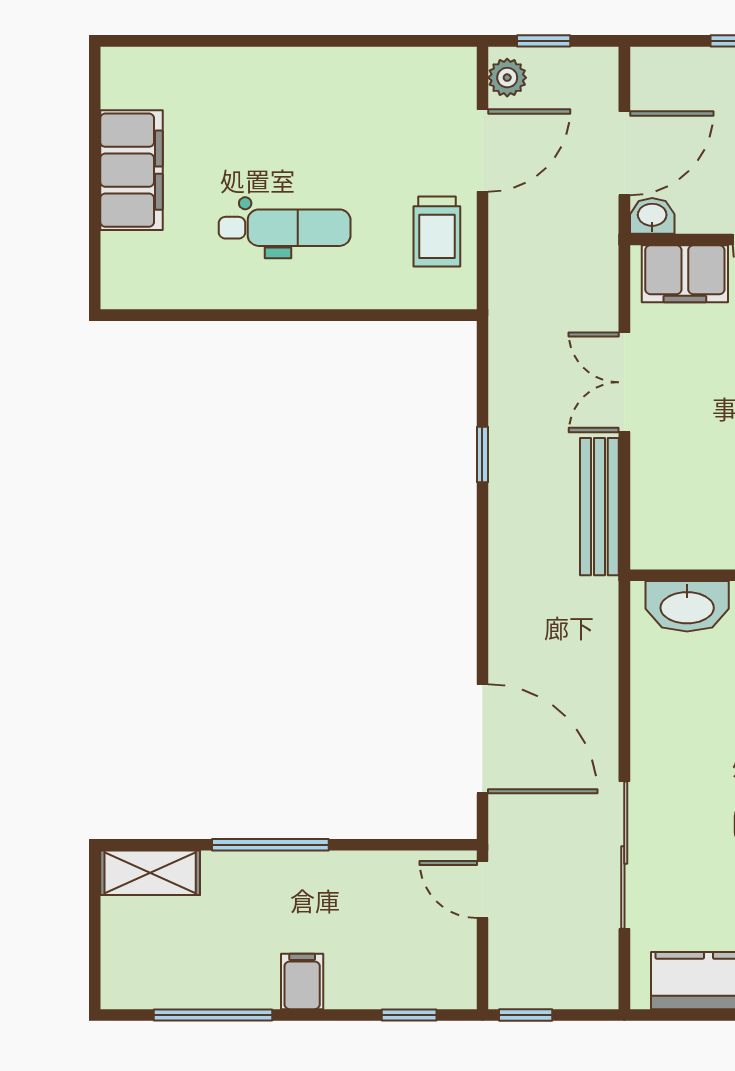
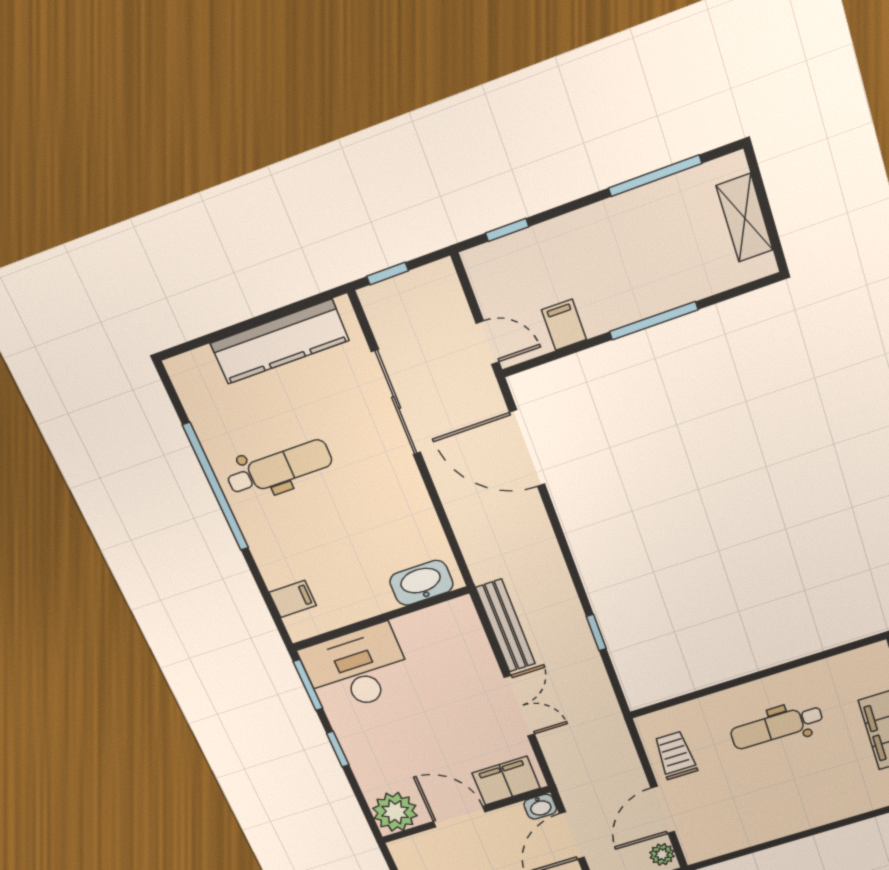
shelving: (150, 873) -> (745, 218), moved, turned 90
filing cabinet: (302, 981) -> (564, 325), moved, turned 180
window: (526, 1015) -> (388, 273), moved

